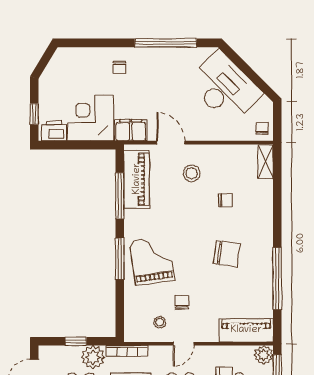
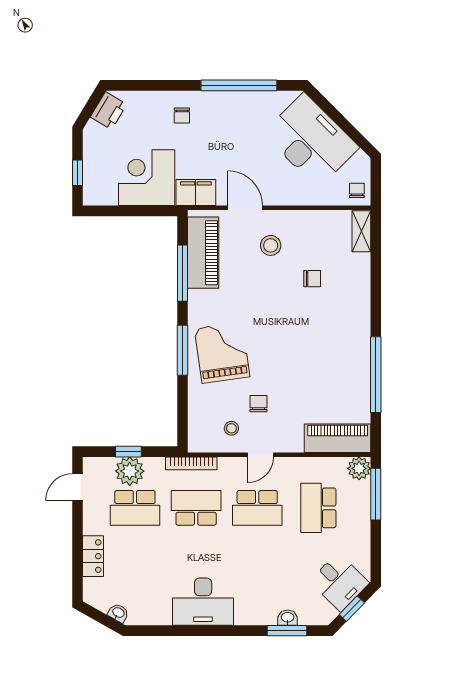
printer: (54, 131) -> (109, 111), moved, turned 121
chair: (227, 254) -> (314, 344), removed
plant: (93, 357) -> (130, 471), moved

